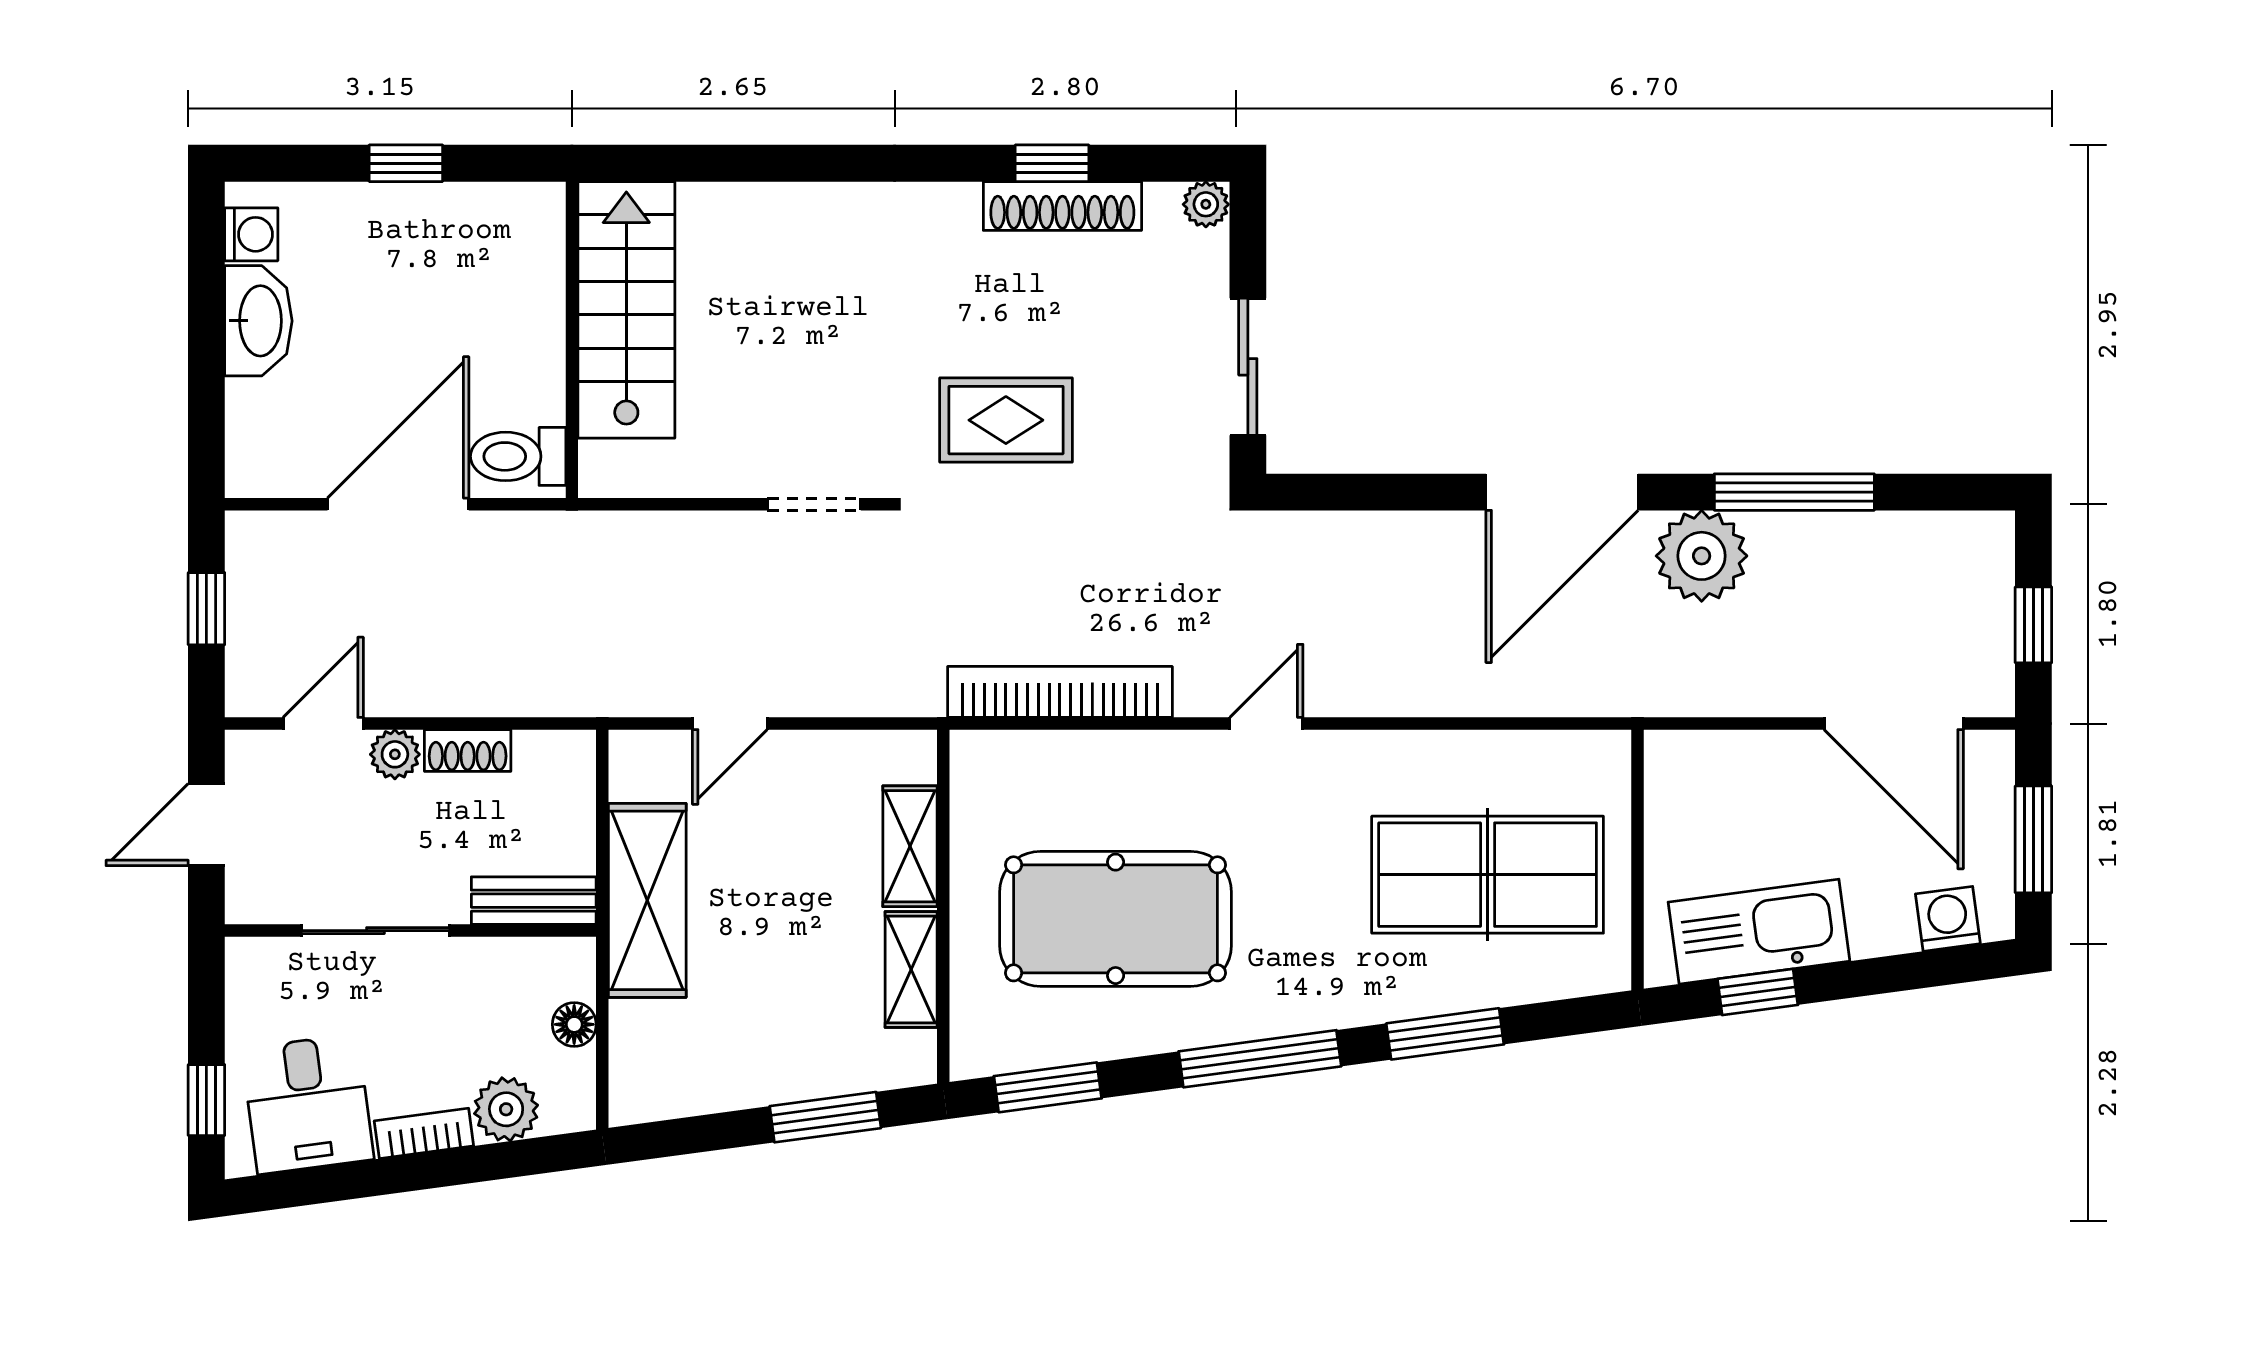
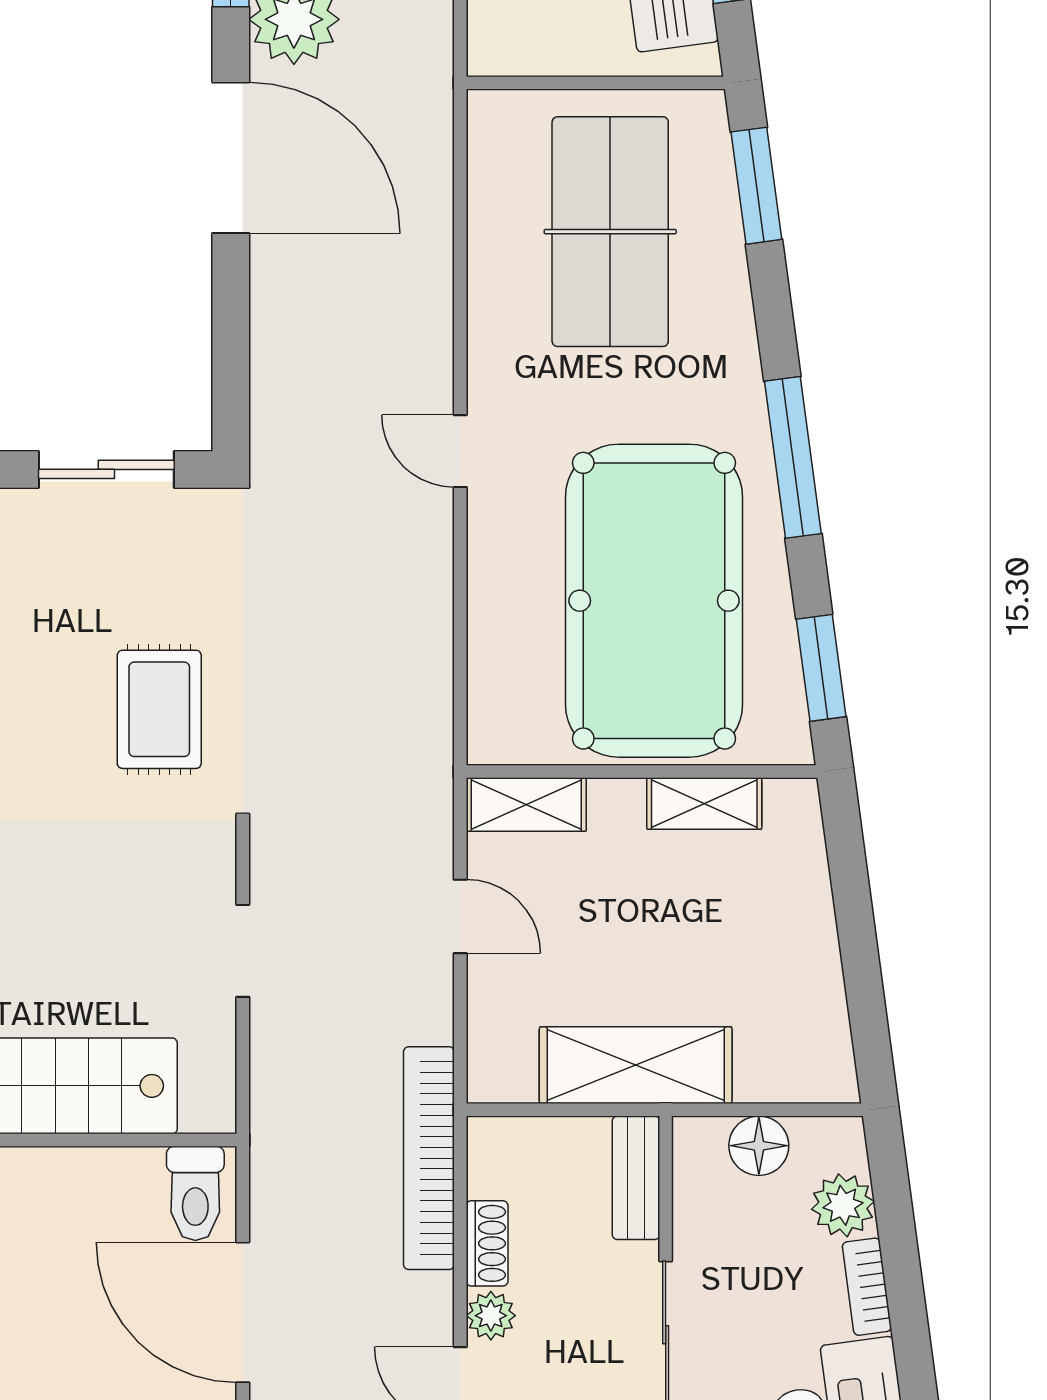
doorway: (814, 504) -> (243, 951), moved
bookcase: (1060, 692) -> (429, 1158), moved
door: (730, 724) -> (460, 916), moved
shelving: (910, 846) -> (526, 805), moved
pool table: (1116, 919) -> (654, 601), width x1.36, depth x1.32
floor lamp: (574, 1024) -> (759, 1146), width x1.37, depth x1.37
window: (1445, 1034) -> (756, 186), moved
window: (825, 1117) -> (851, 889), removed

